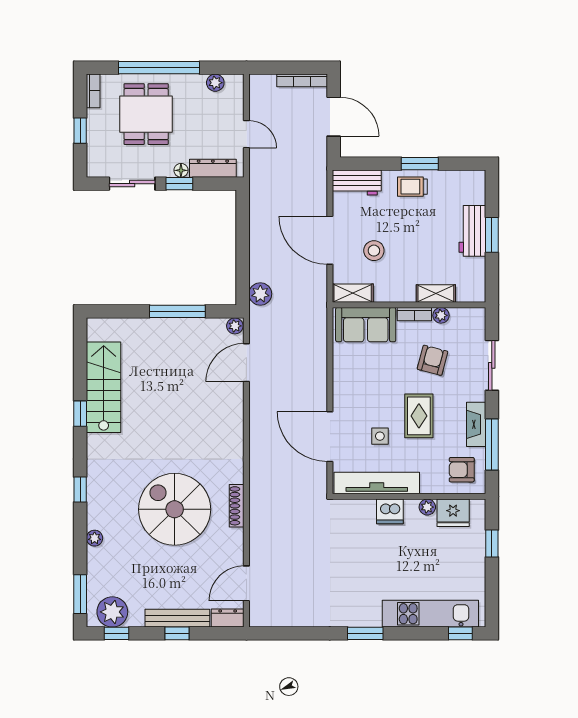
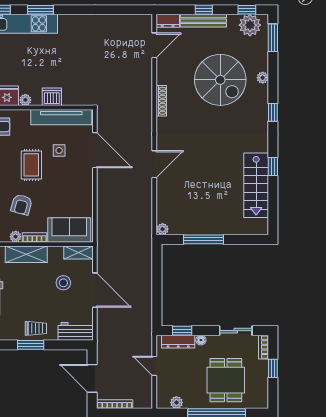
bookcase: (93, 91) -> (264, 347), moved
window: (179, 184) -> (182, 331), moved
plant: (260, 294) -> (144, 252), removed
shelving: (436, 294) -> (26, 254), width x1.50, depth x1.33
door: (246, 363) -> (154, 164), moved
spiral stairs: (175, 509) -> (220, 80), moved
window: (365, 633) -> (40, 10), moved

